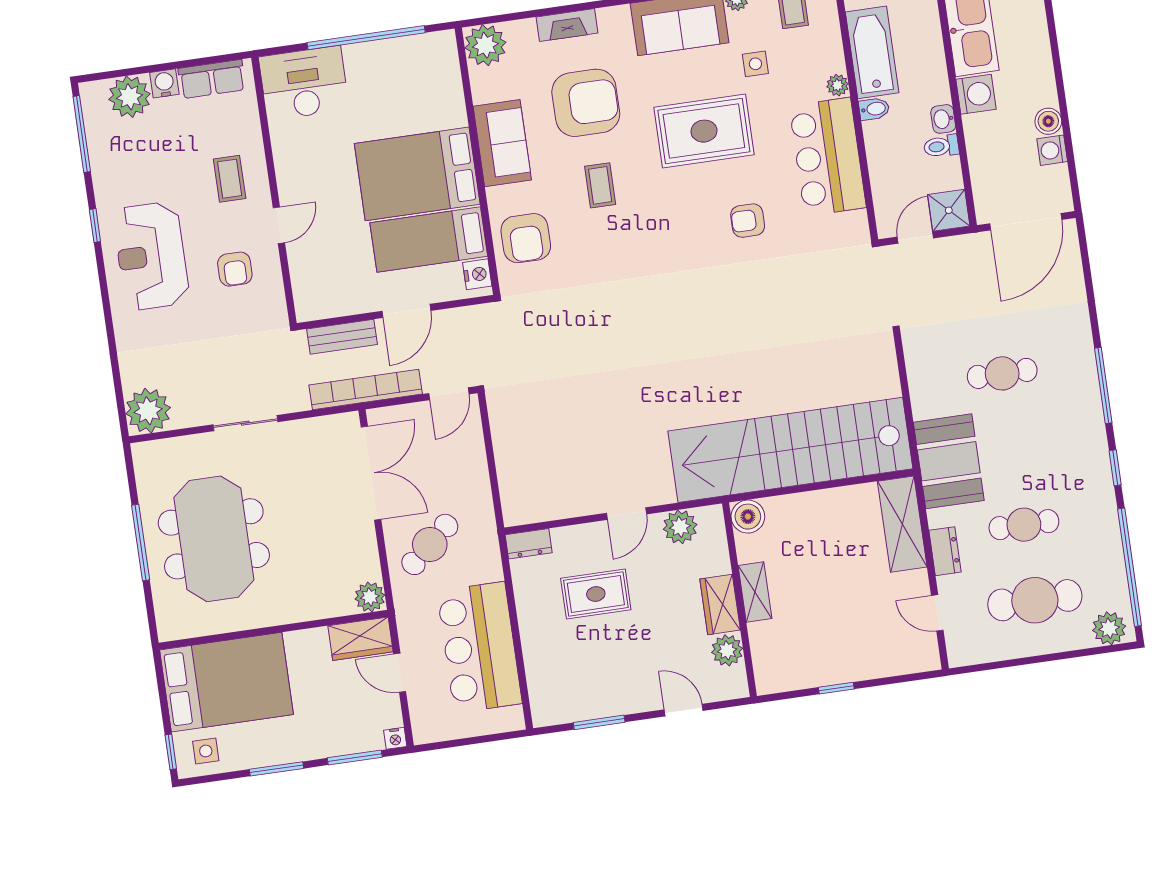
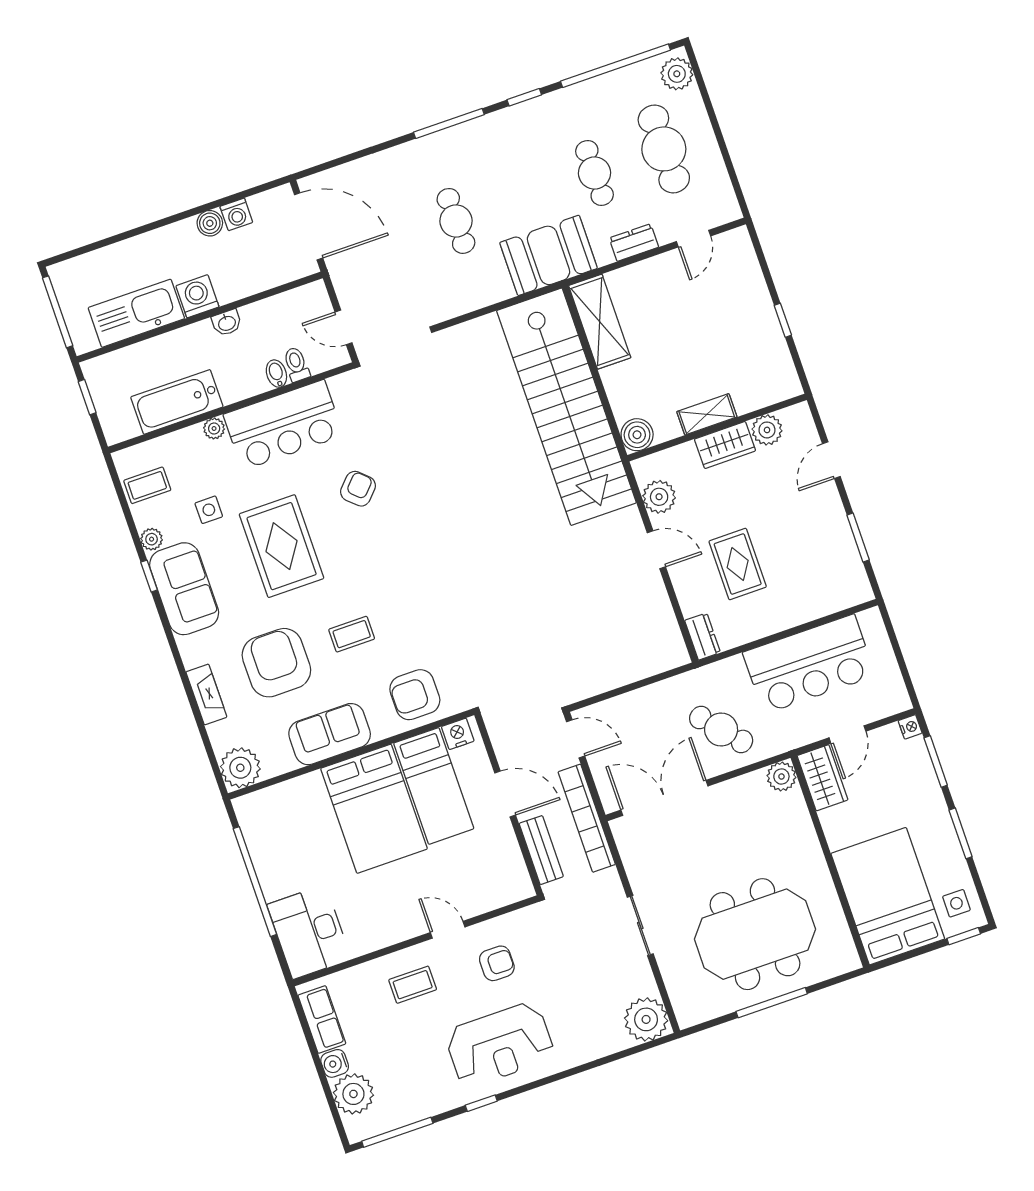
bidet: (874, 109) -> (276, 374), moved
toilet: (941, 146) -> (296, 364), moved, turned 180
shower: (949, 210) -> (312, 301), removed
armchair: (748, 221) -> (358, 489), turned -137
armchair: (526, 238) -> (415, 695), turned 180
shelving: (902, 524) -> (600, 322), moved, turned 90

